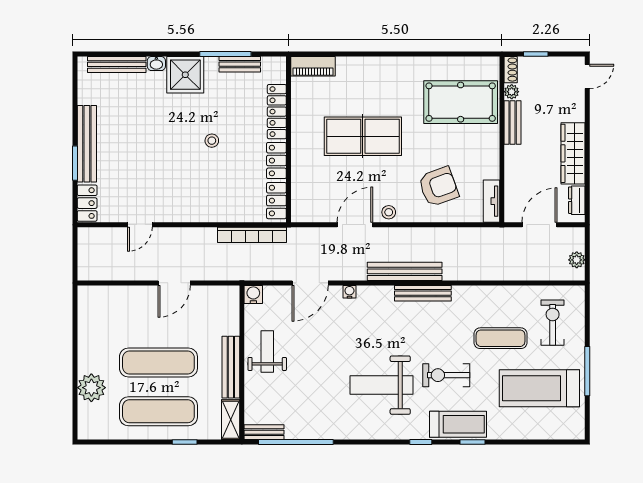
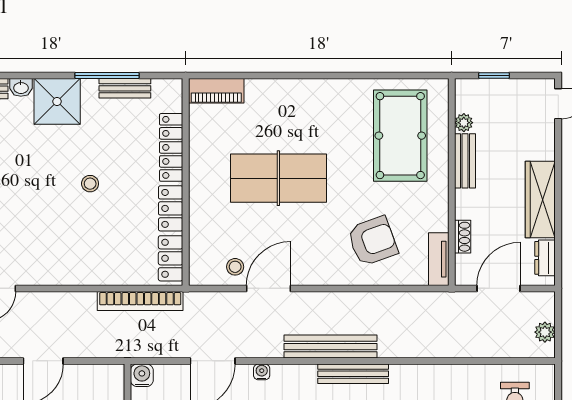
shoe rack: (511, 70) -> (463, 237), moved
pool table: (461, 102) -> (400, 136), turned 90
stool: (389, 212) -> (235, 267), moved

